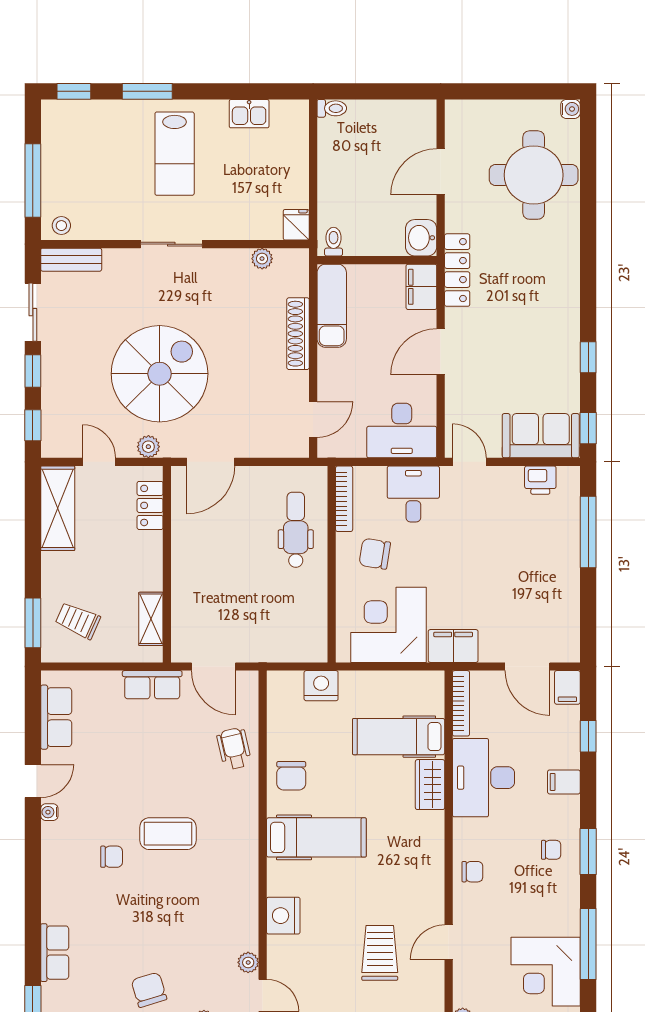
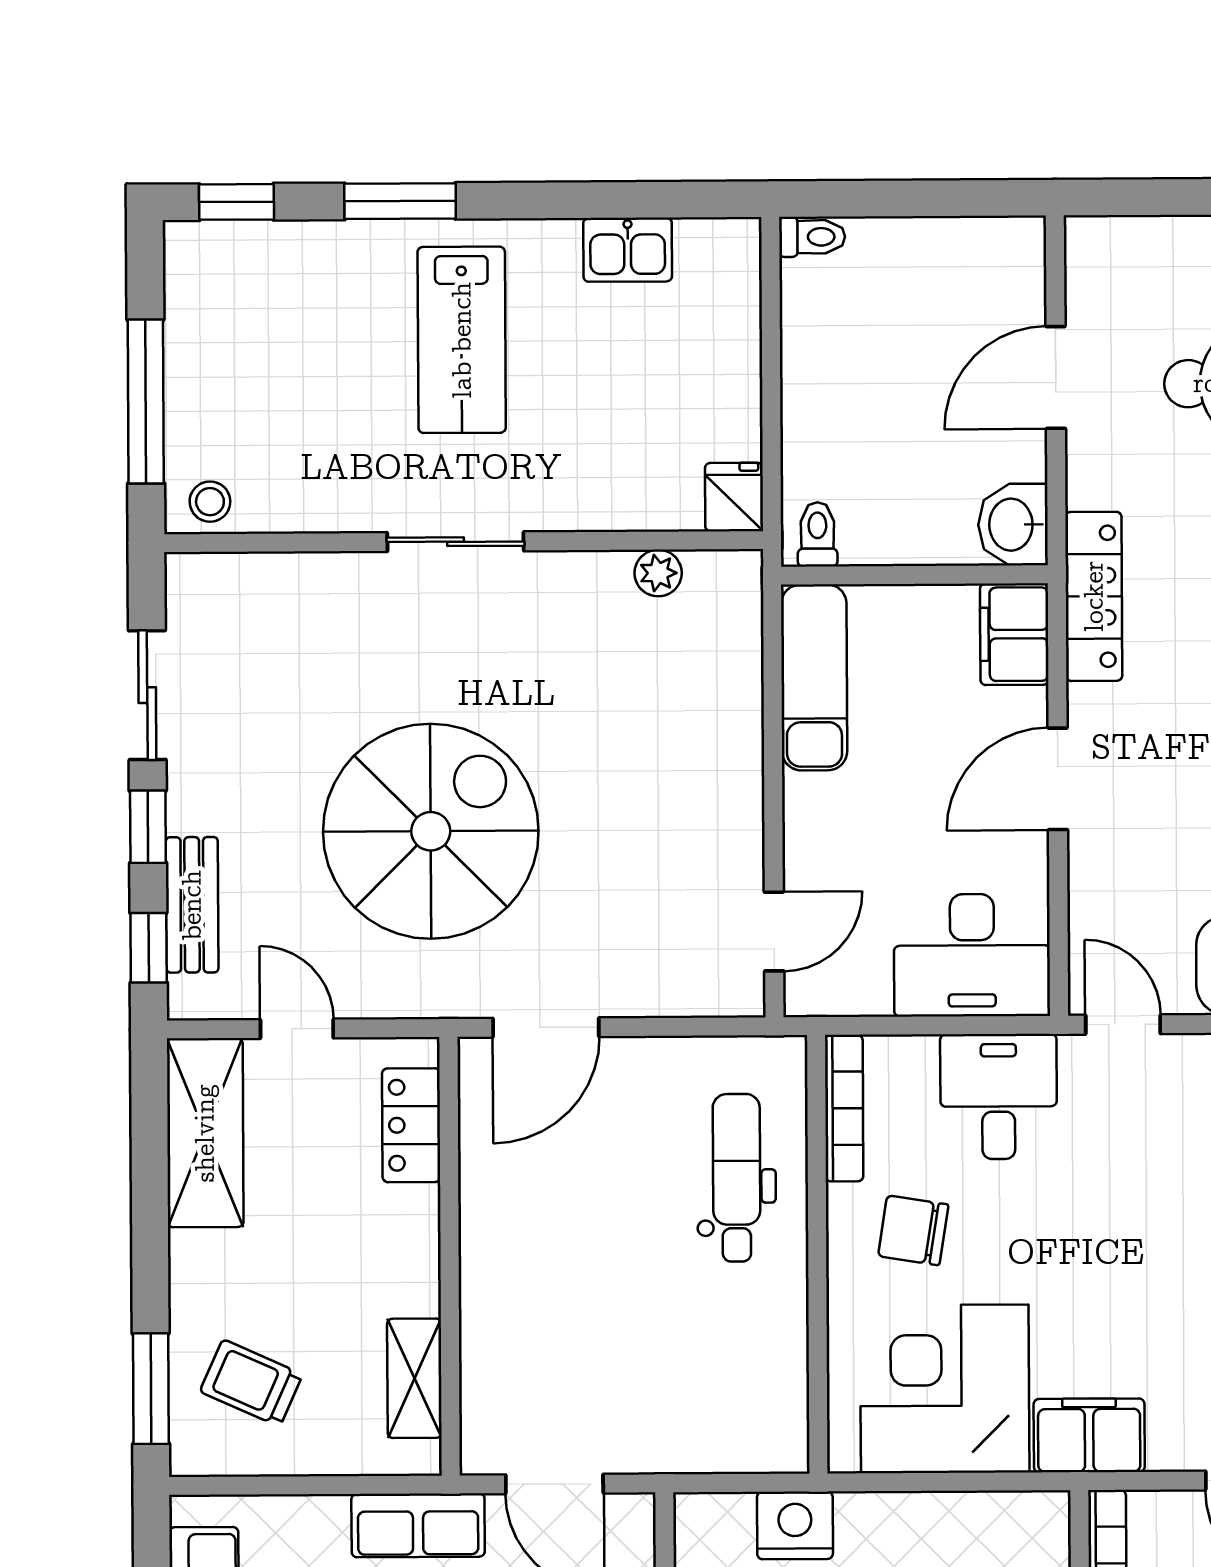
bench: (71, 260) -> (192, 905), moved, turned 90
shoe rack: (298, 334) -> (739, 740), removed
plant: (148, 447) -> (407, 994), removed

